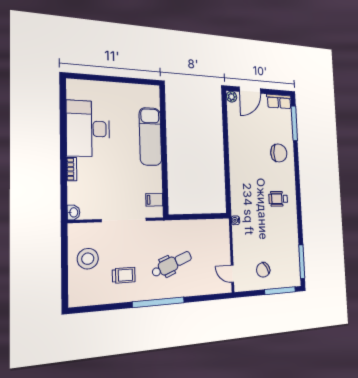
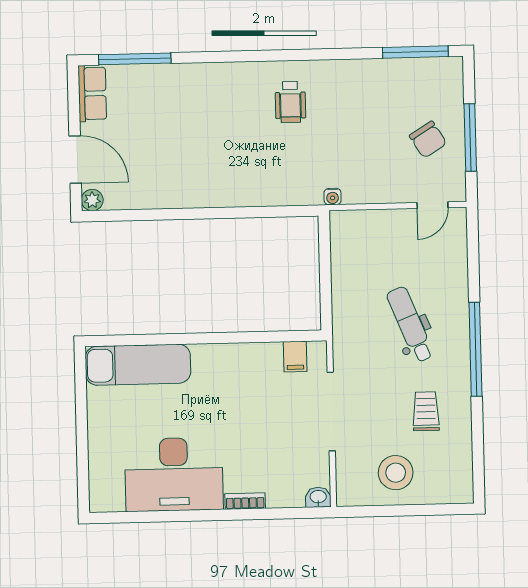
exam couch: (150, 137) -> (138, 365), moved
chair: (279, 153) -> (198, 98), removed
window: (280, 291) -> (470, 137), moved

